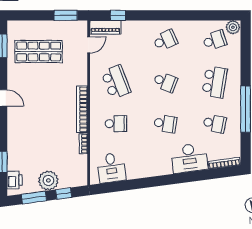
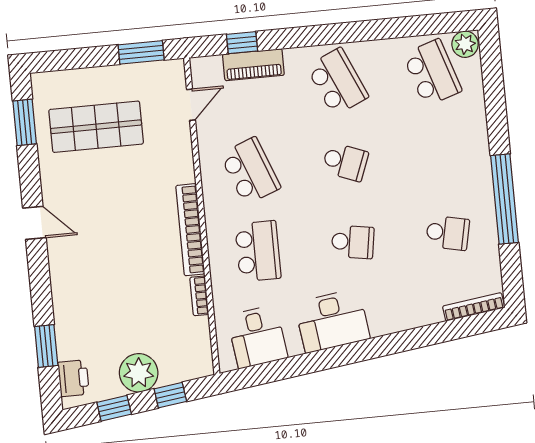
piano: (105, 27) -> (253, 65), moved
school desk: (165, 40) -> (337, 82), width x1.85
school desk: (215, 40) -> (432, 73), width x1.85
school desk: (215, 82) -> (440, 153), removed
school desk: (116, 124) -> (258, 251), width x1.85
desk: (189, 158) -> (332, 321), moved
window: (34, 197) -> (114, 408), width x0.67

